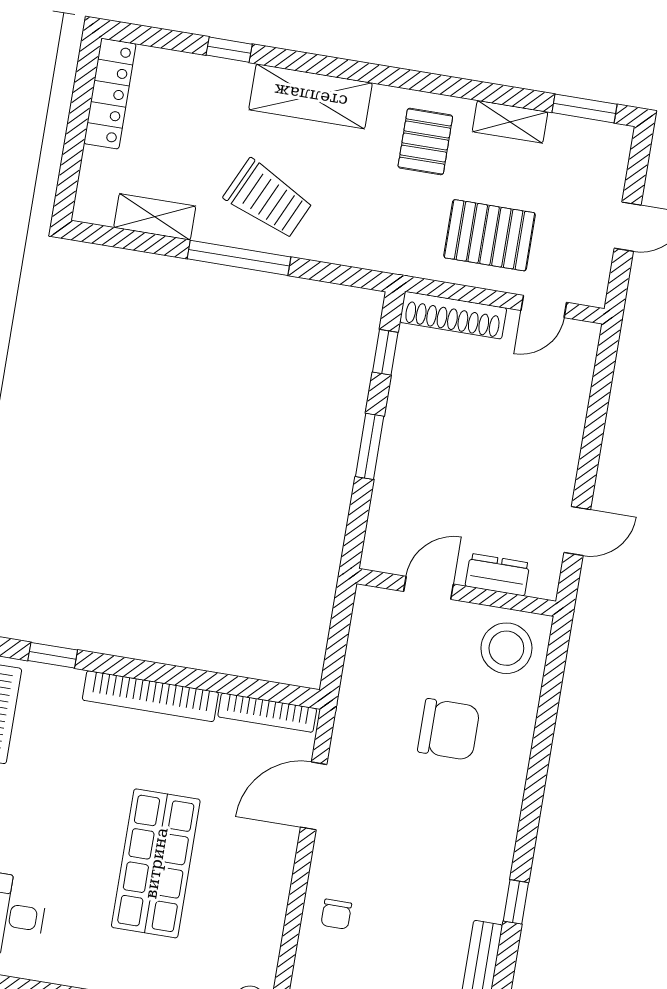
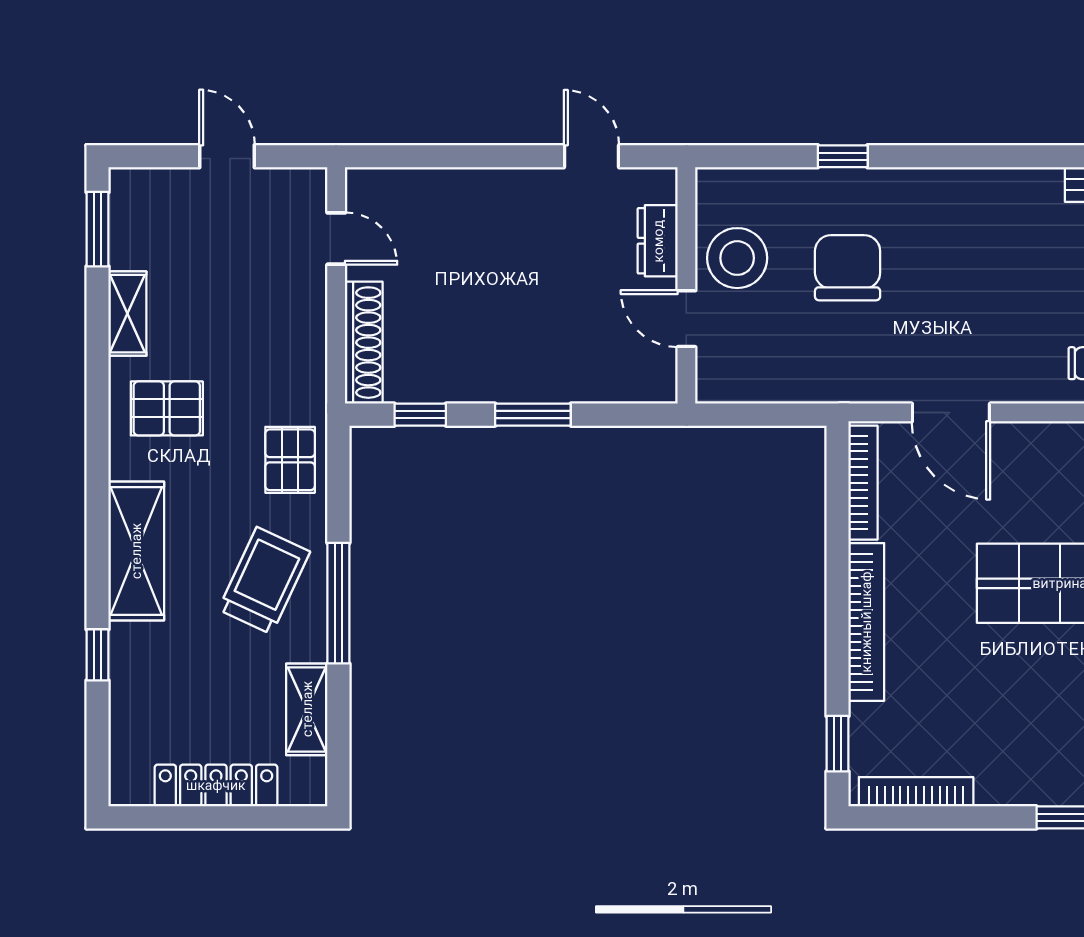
locker: (110, 94) -> (216, 785), moved
pallet: (490, 235) -> (290, 460), moved, width x0.67, depth x0.71
stool: (506, 648) -> (737, 258), moved
window: (516, 902) -> (843, 156), moved

